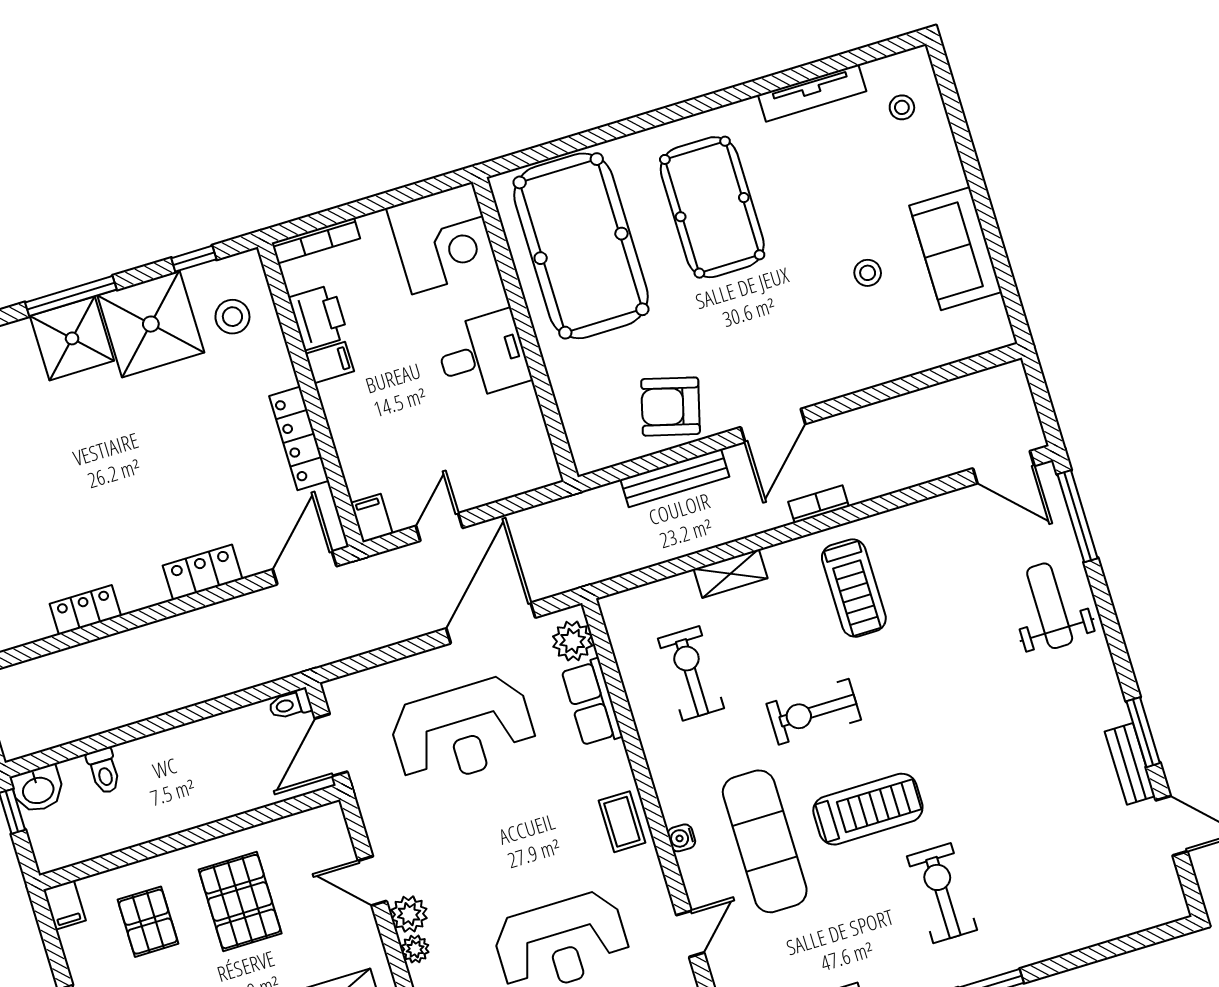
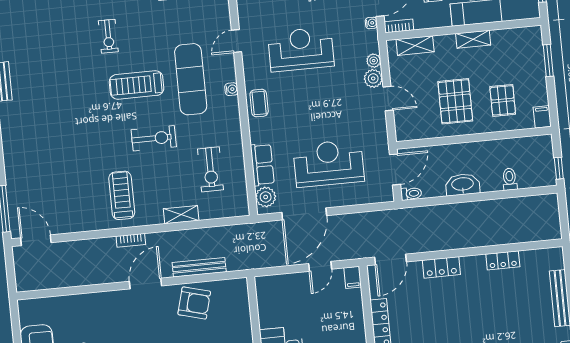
weight bench: (1050, 606) -> (27, 167), removed
washbasin: (38, 789) -> (463, 185), moved, width x1.38
exercise bike: (942, 893) -> (108, 36), width x0.73, depth x0.72

